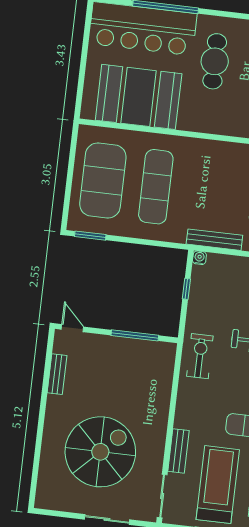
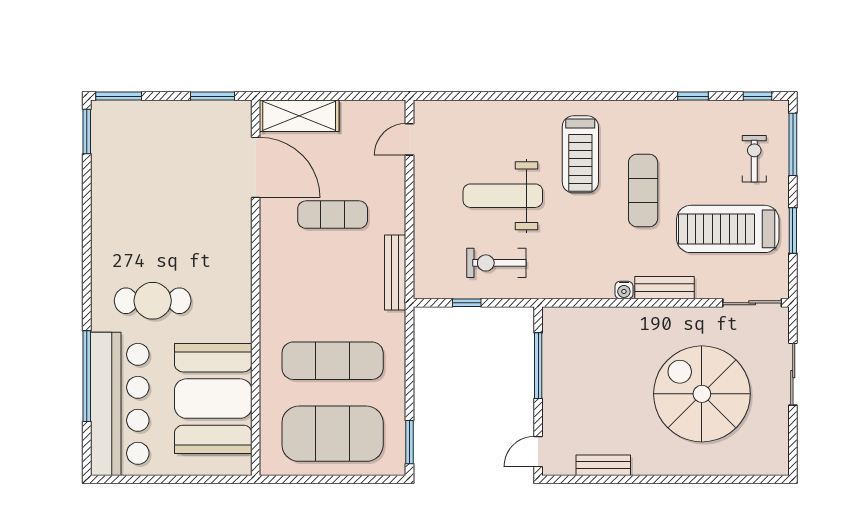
water cooler: (199, 258) -> (624, 290), moved, turned -90
exercise bike: (200, 356) -> (496, 263), moved
bench: (178, 451) -> (664, 288), moved

